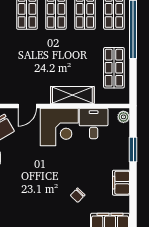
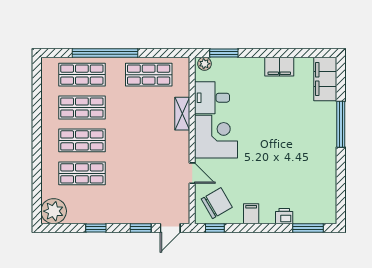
shelving: (72, 95) -> (182, 114), width x0.67, depth x0.75
window: (133, 150) -> (224, 53), moved
chair: (78, 195) -> (293, 116), removed

